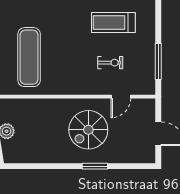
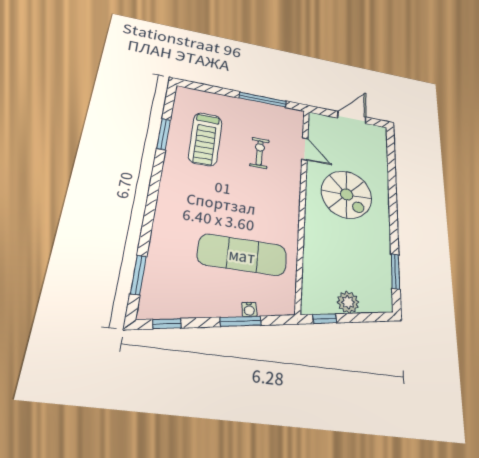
window: (95, 166) -> (395, 272), moved

